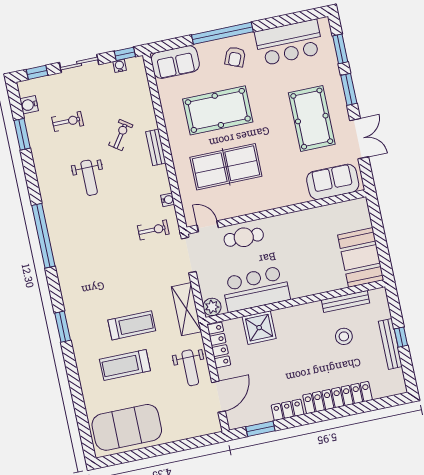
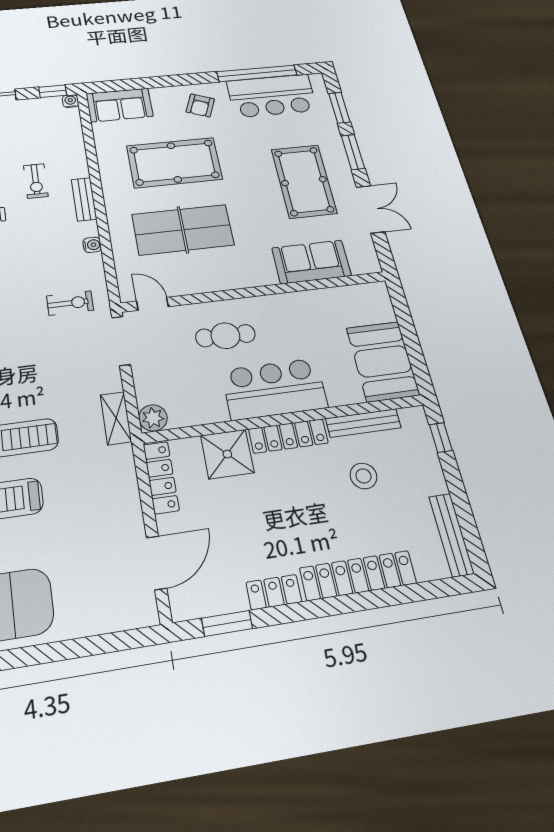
window: (222, 33) -> (257, 73), moved
water cooler: (120, 66) -> (70, 101), moved
exercise bike: (121, 135) -> (36, 181), turned 145
sofa: (333, 182) -> (311, 262), moved
water cooler: (168, 200) -> (92, 245), moved
cafe table: (244, 237) -> (225, 336), moved
bar counter: (256, 289) -> (274, 389), moved
shelving: (186, 309) -> (116, 418), width x0.67, depth x0.75
locker: (297, 313) -> (288, 436), added
window: (401, 337) -> (441, 438), moved
bench: (390, 344) -> (451, 535), moved
weight bench: (190, 368) -> (112, 511), removed

